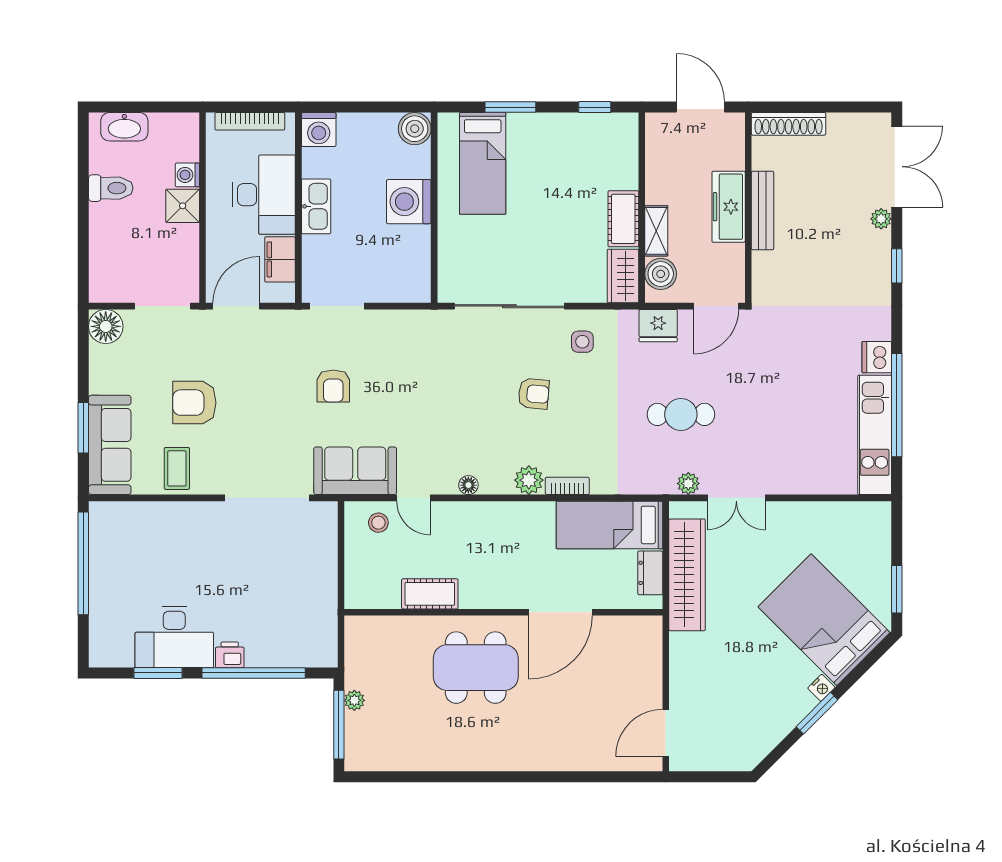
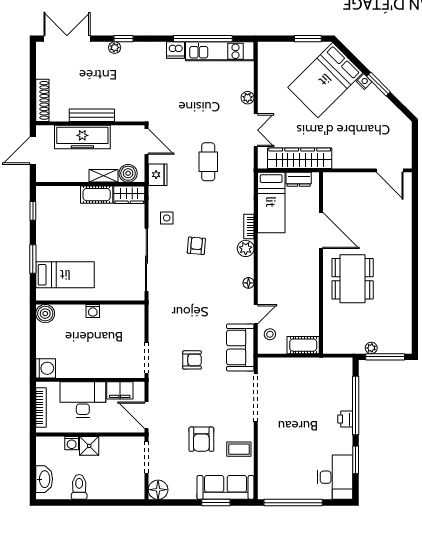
washing machine: (409, 202) -> (93, 311), width x0.53, depth x0.53
kitchen sink: (316, 206) -> (90, 370), removed
freezer: (729, 207) -> (82, 137), width x1.36, depth x1.26
plant: (881, 219) -> (115, 48), moved
plant: (688, 483) -> (248, 98), moved
cot: (430, 594) -> (303, 345), moved, turned 90
desk: (174, 637) -> (335, 477), moved

